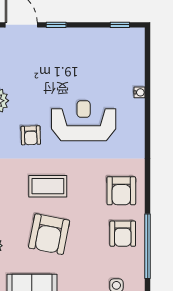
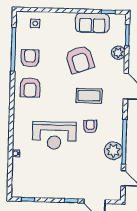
coffee table: (48, 186) -> (89, 96), moved
armchair: (121, 191) -> (30, 87), turned 180
armchair: (49, 234) -> (80, 59), turned 150

